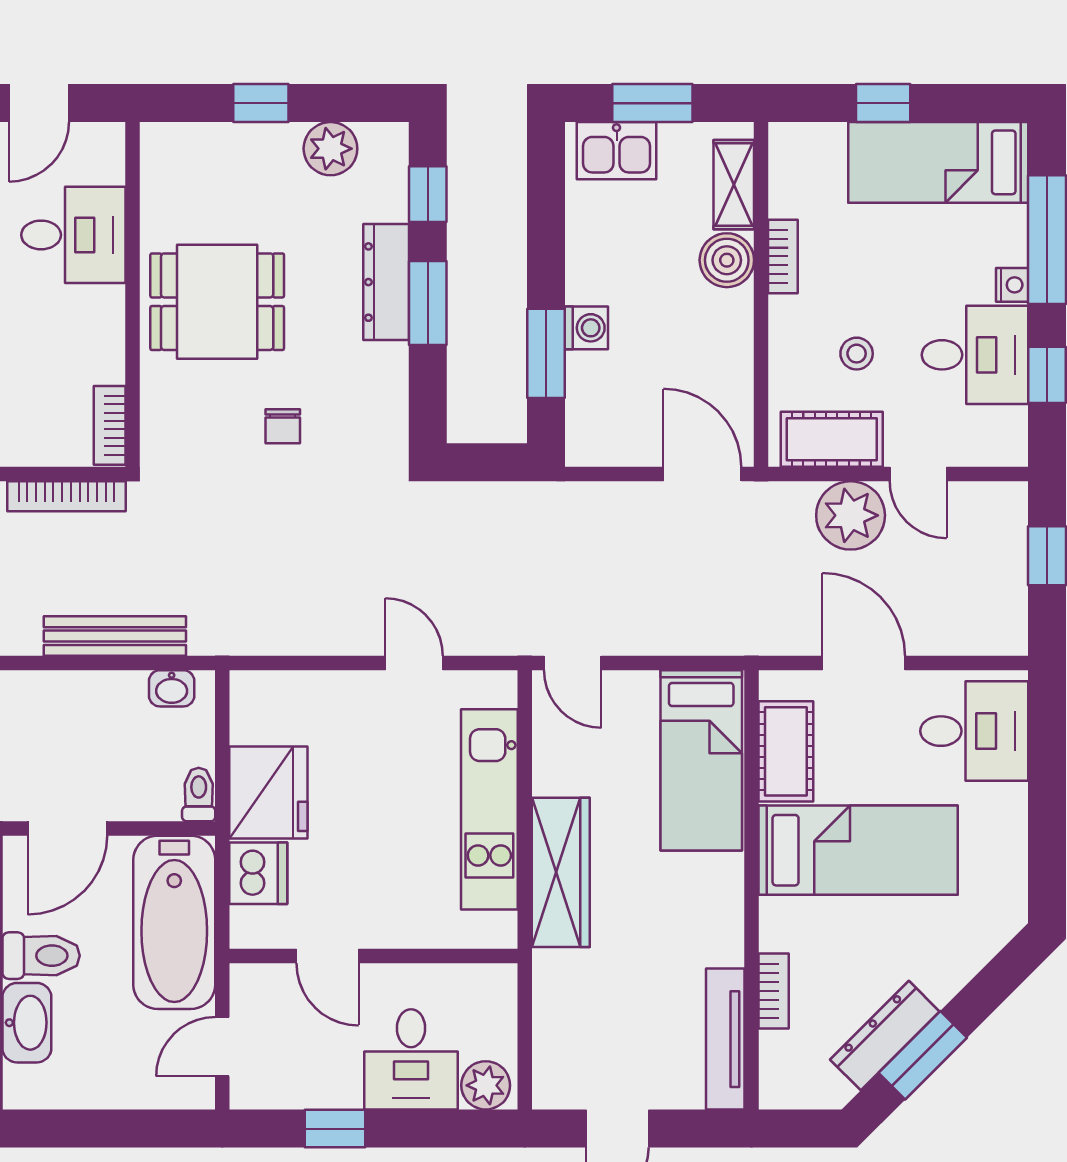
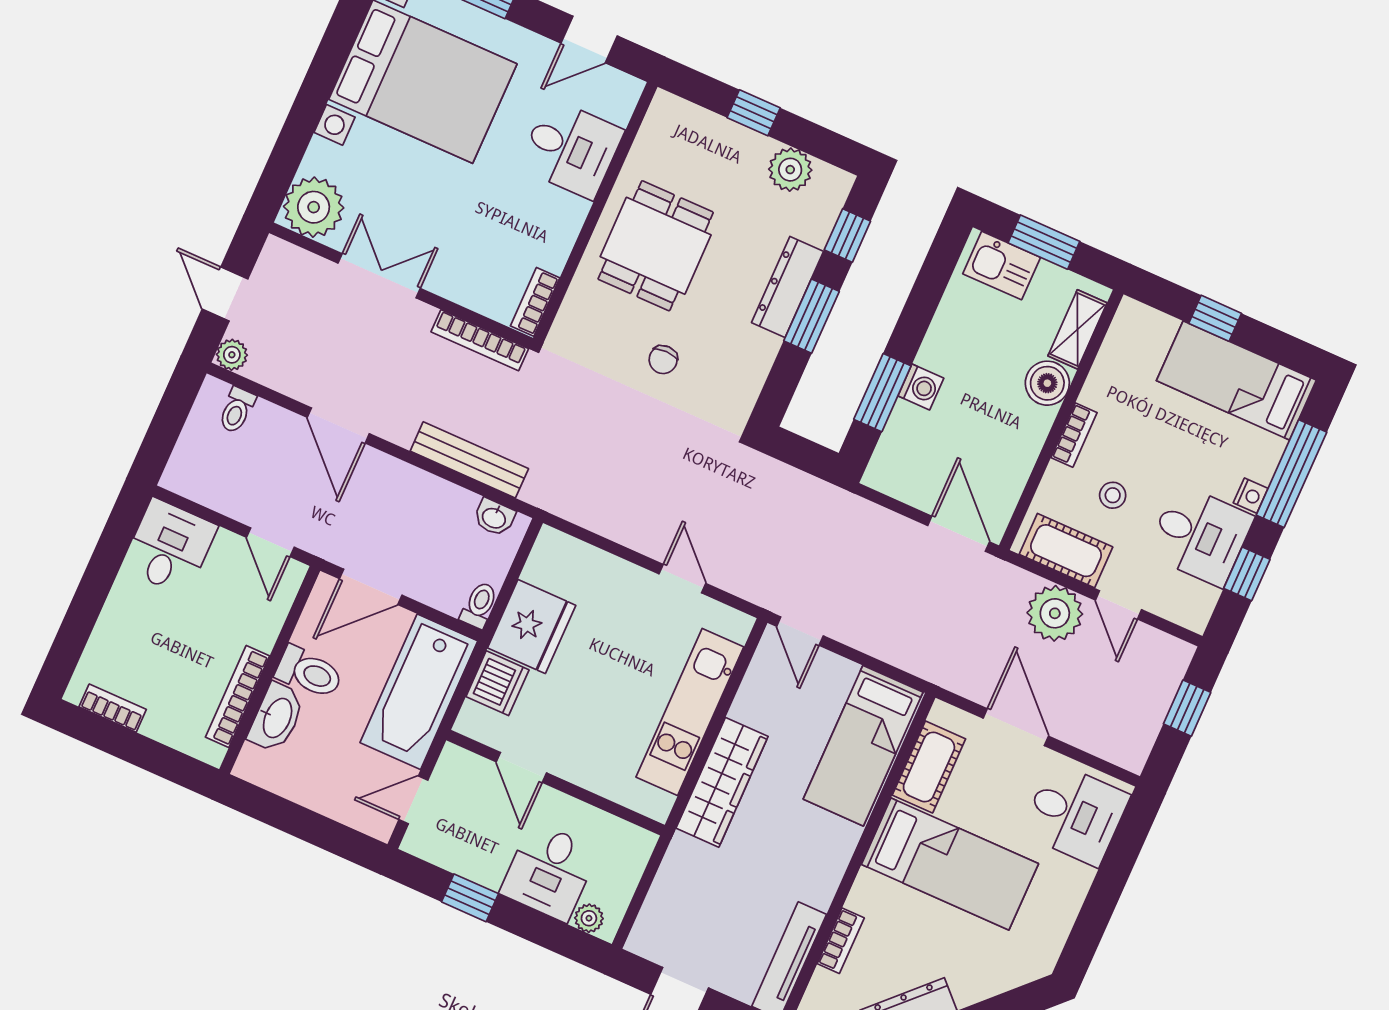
bookcase: (783, 256) -> (1074, 435), moved
dining table: (217, 302) -> (656, 246), turned 90
plant: (486, 1085) -> (589, 918), width x0.73, depth x0.73

